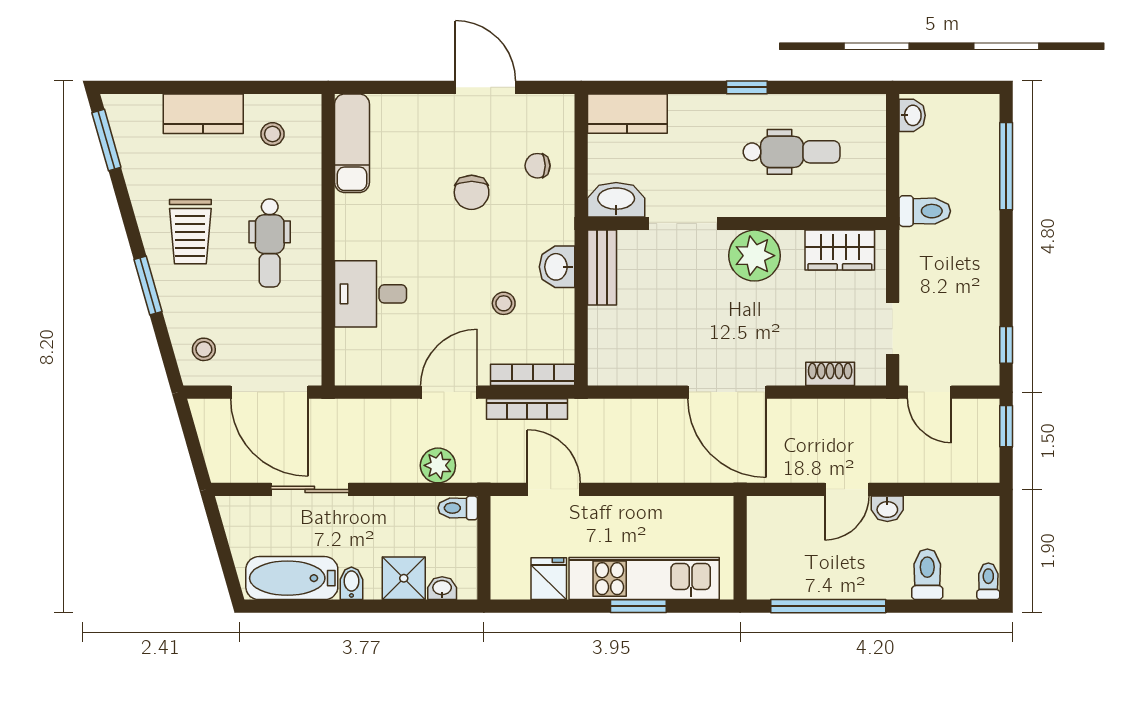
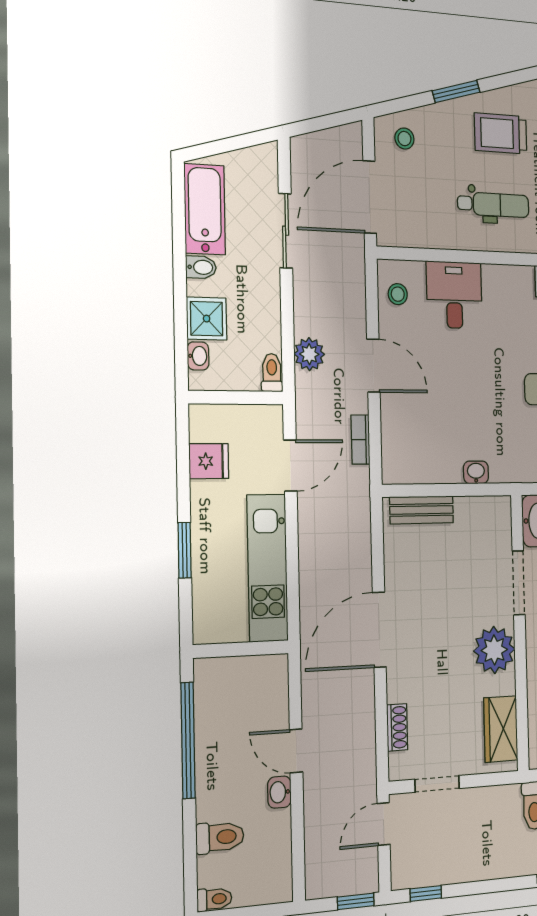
dental chair: (270, 243) -> (493, 205), turned 180
washbasin: (557, 267) -> (476, 472), width x0.72, depth x0.69
bench: (602, 268) -> (422, 510), moved
stool: (504, 303) -> (398, 294), moved
bookcase: (533, 375) -> (390, 445), removed
bookcase: (527, 409) -> (361, 440), width x0.64
kitchen unit: (644, 579) -> (267, 568), moved, turned 180

